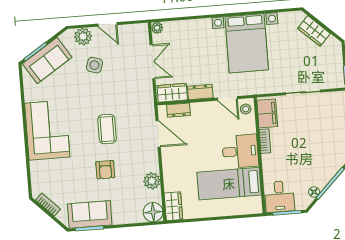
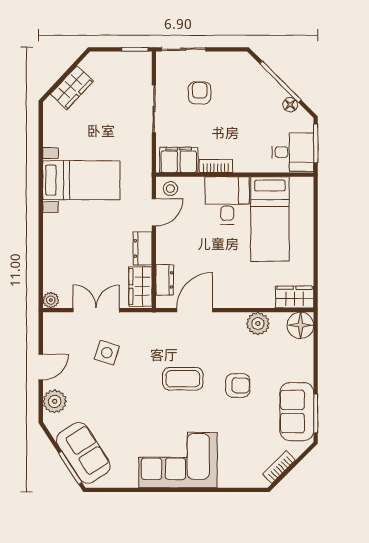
bed with nightstands: (247, 43) -> (81, 180), width x0.73
side table: (94, 65) -> (107, 353), moved
armchair: (318, 125) -> (200, 93), added

